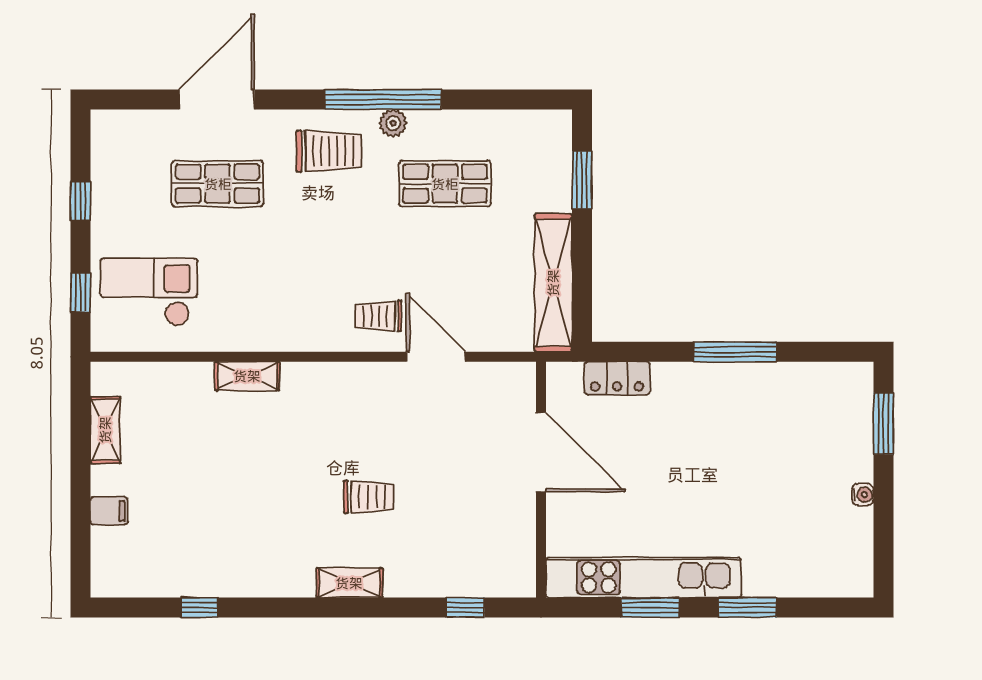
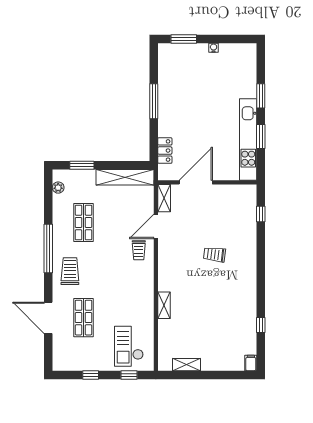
plant: (393, 123) -> (58, 188), moved
trolley: (369, 497) -> (214, 254), turned -83
filing cabinet: (109, 511) -> (251, 363), moved
shelving: (349, 583) -> (164, 198), moved

